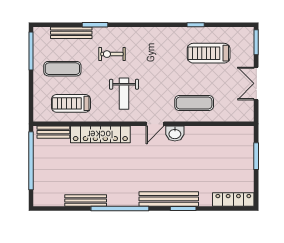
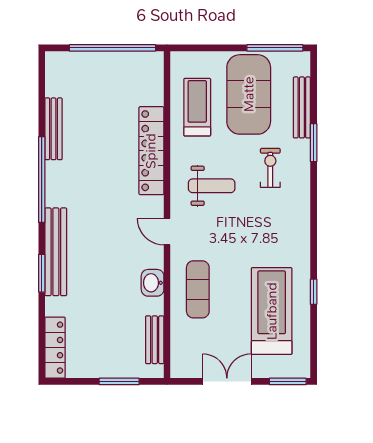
treadmill: (209, 53) -> (272, 311), width x1.37, depth x1.38
exercise mat: (62, 69) -> (249, 94), width x2.00, depth x1.45
weight bench: (124, 94) -> (212, 186), turned 180
bench: (53, 132) -> (155, 340), moved
washbasin: (175, 134) -> (153, 283), moved

